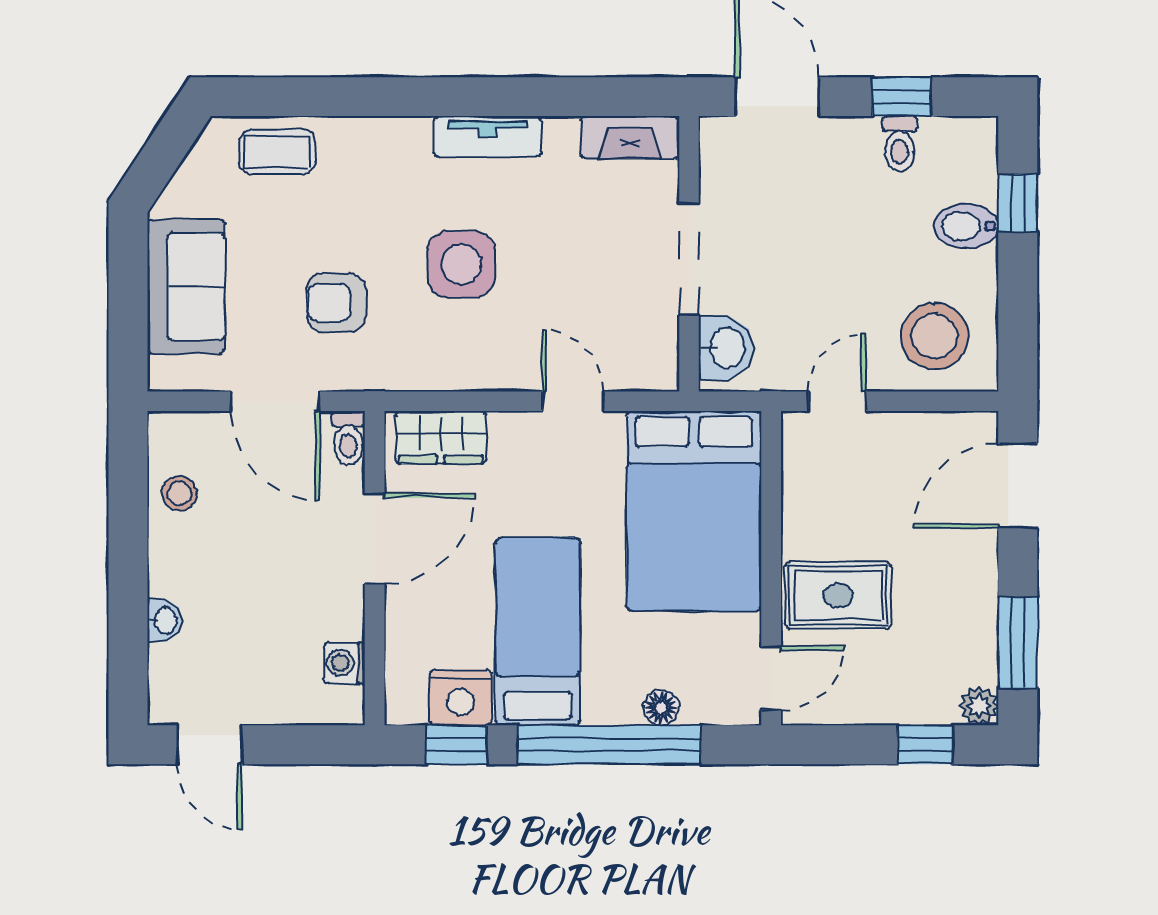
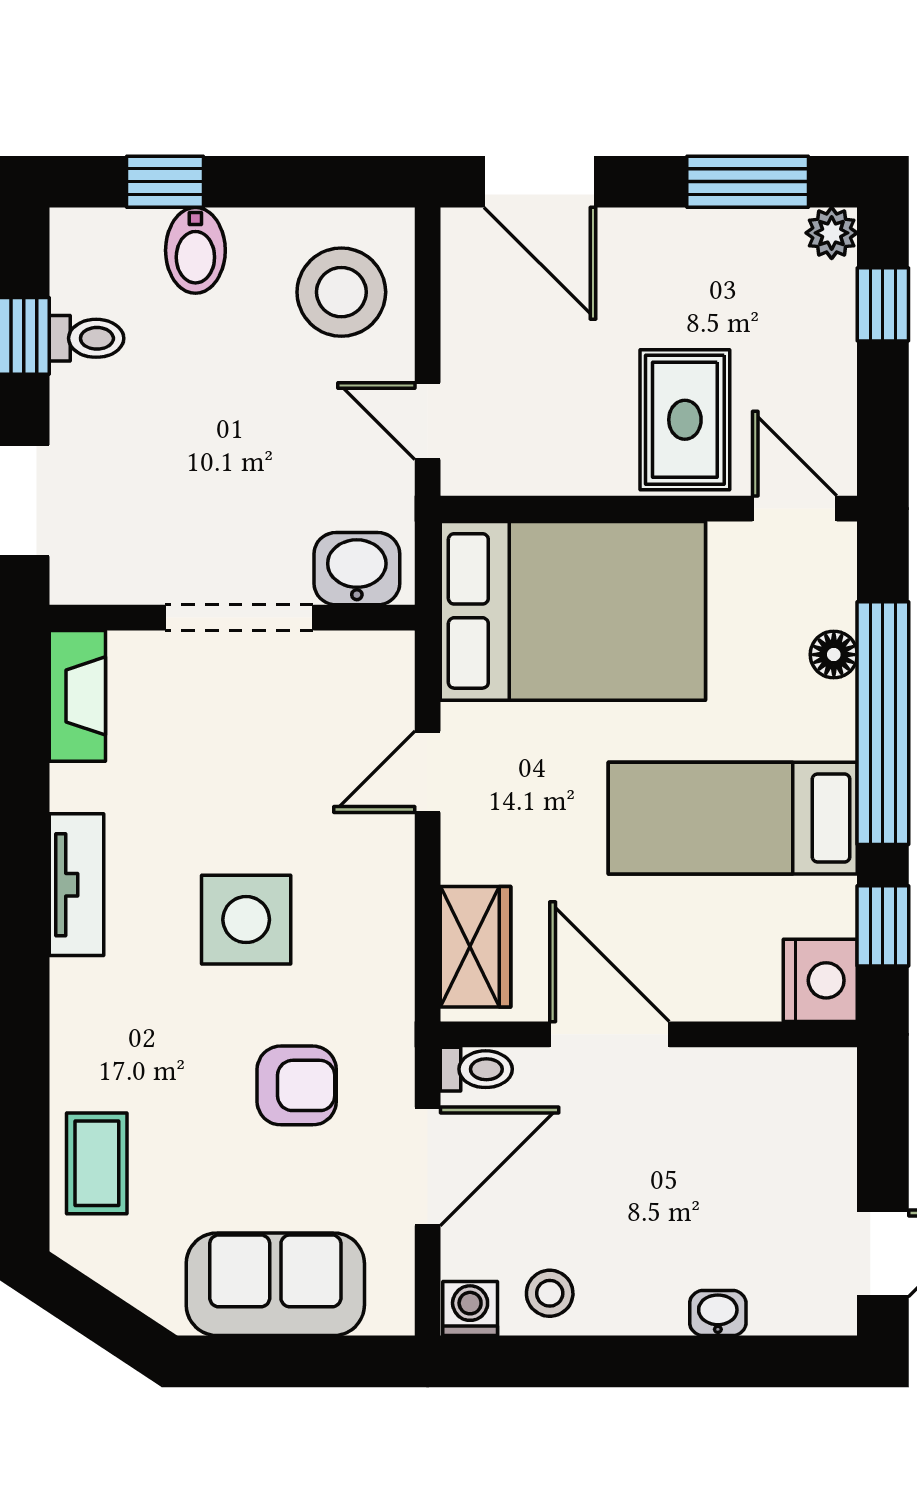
armchair: (336, 303) -> (297, 1085), turned -90
washing machine: (344, 663) -> (470, 1309), moved, turned 180
nightstand: (461, 697) -> (820, 980), moved

